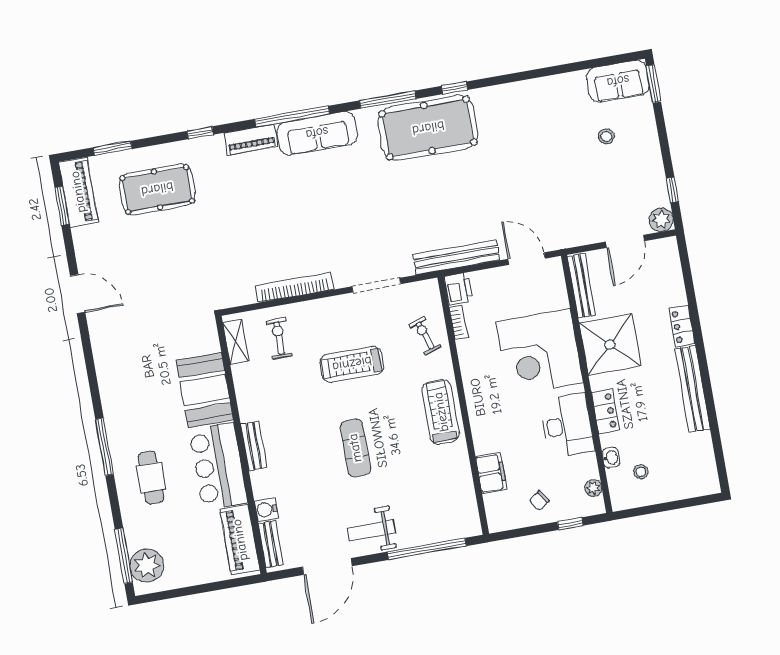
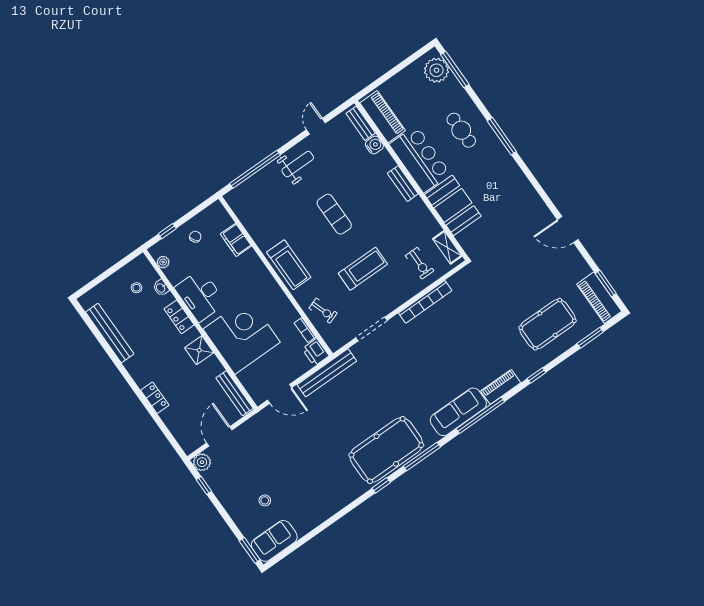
shower: (610, 345) -> (199, 350), width x0.54, depth x0.54
bench: (692, 389) -> (110, 333), moved
door: (327, 566) -> (316, 126), width x0.53

